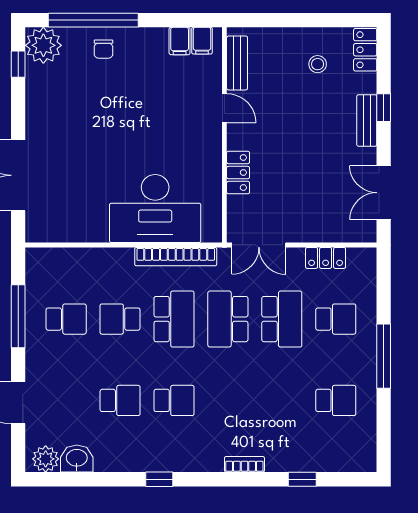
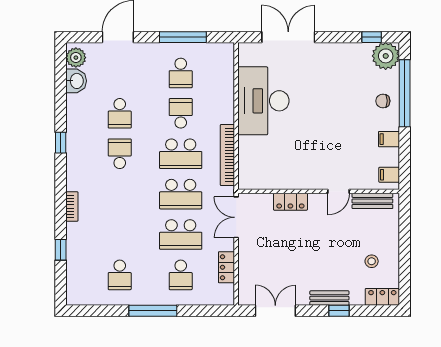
filing cabinet: (180, 41) -> (389, 139), moved
desk: (155, 209) -> (263, 101), moved
school desk: (228, 319) -> (181, 194), turned 180
school desk: (174, 400) -> (120, 154), turned 180

